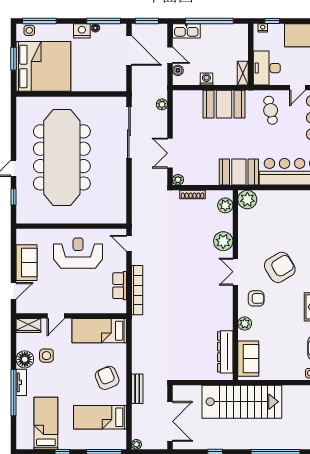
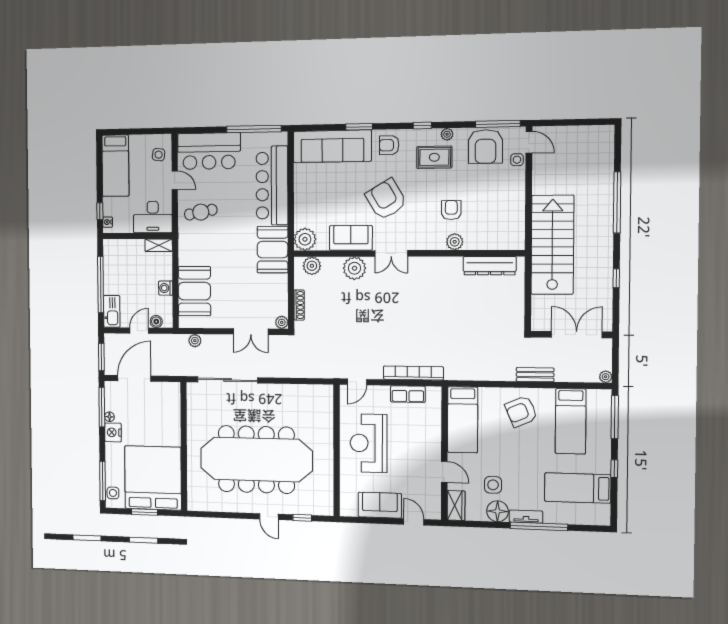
booth: (224, 104) -> (194, 291), moved
armchair: (256, 298) -> (451, 210), moved
sofa: (248, 359) -> (351, 238), moved

